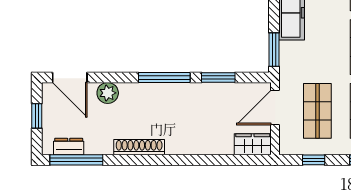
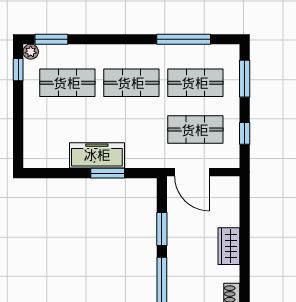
window: (274, 50) -> (108, 173), moved
wardrobe: (253, 144) -> (229, 246), moved

